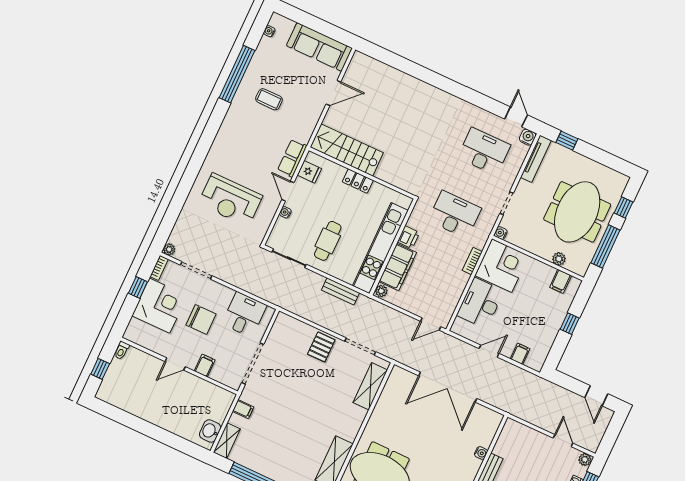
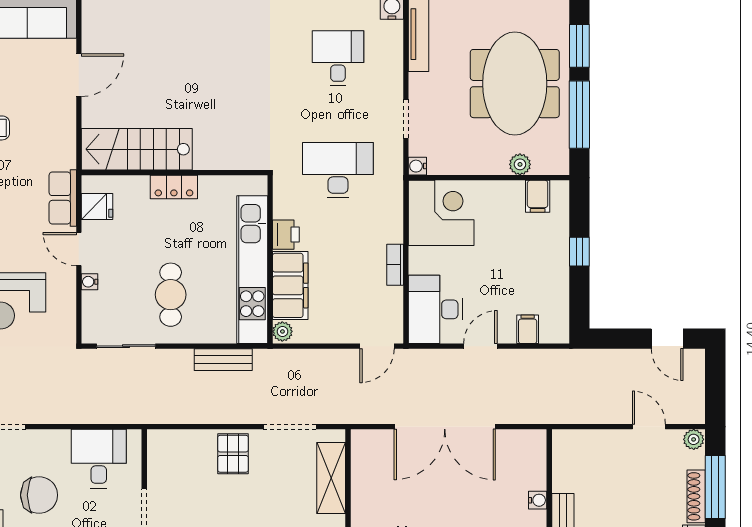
desk: (484, 151) -> (338, 58), width x0.73
window: (624, 208) -> (579, 46), width x1.50
bookcase: (472, 261) -> (395, 265), moved
desk: (480, 303) -> (435, 309), moved

